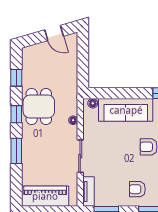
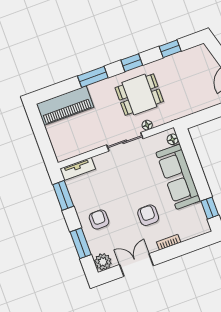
dining table: (39, 107) -> (139, 95), moved
sliding door: (80, 156) -> (125, 142), moved
piano: (45, 196) -> (65, 106), moved, turned 90

